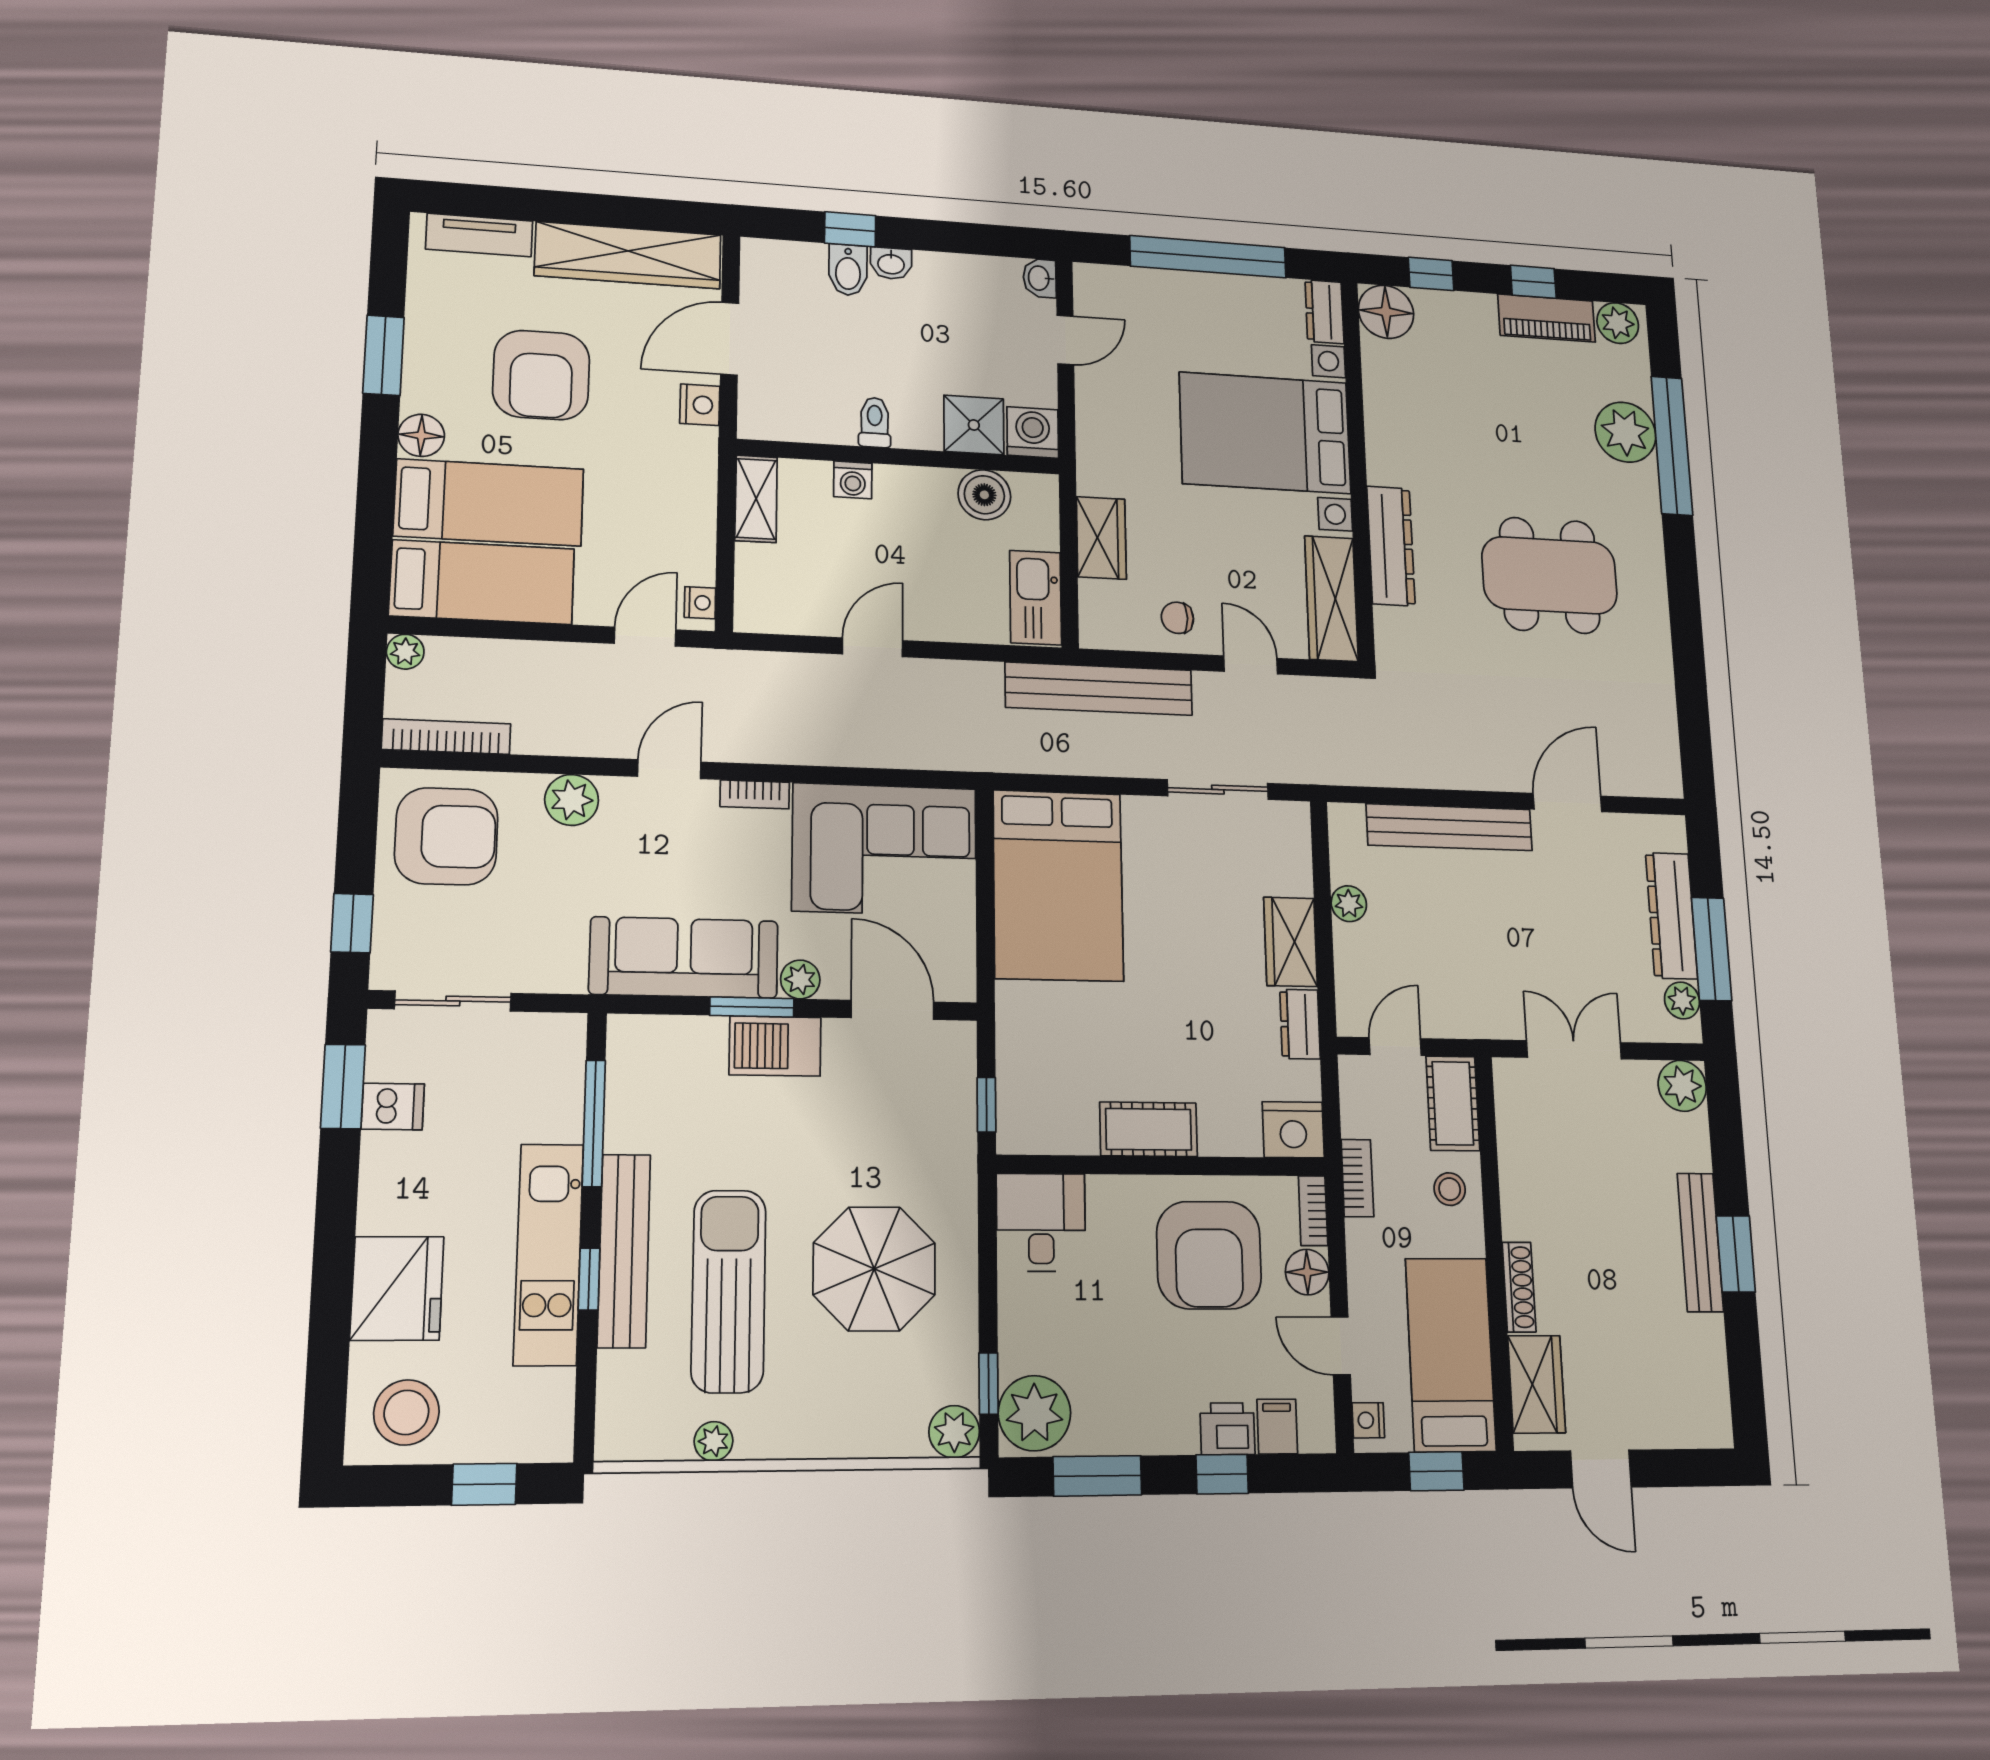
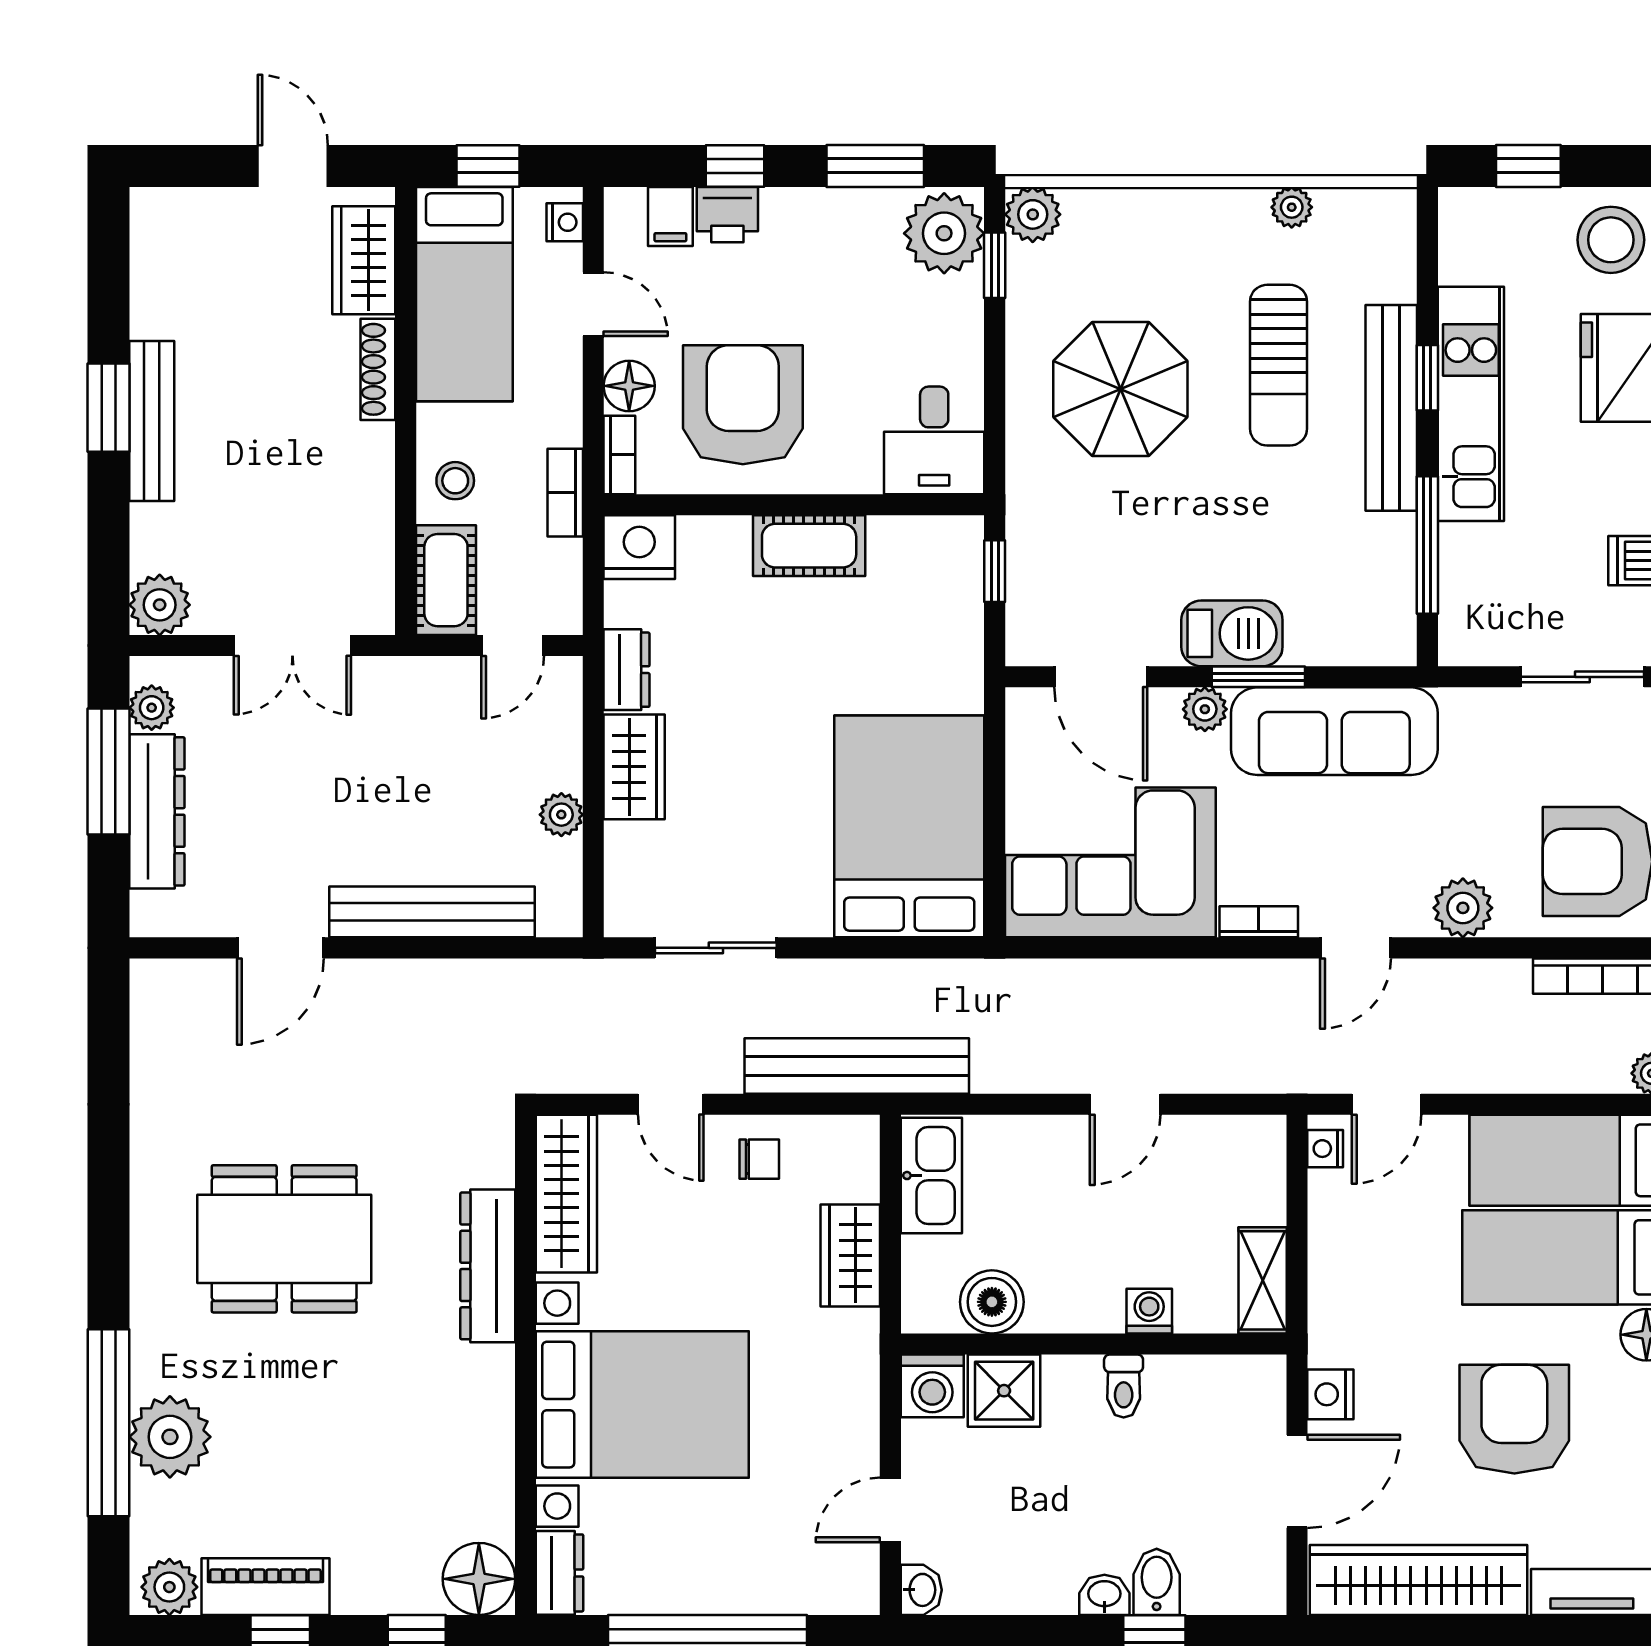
sun lounger: (729, 1291) -> (1279, 365), width x0.73, depth x0.75

